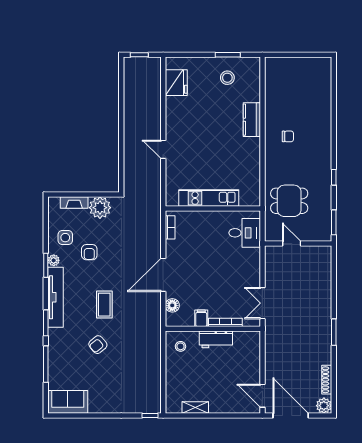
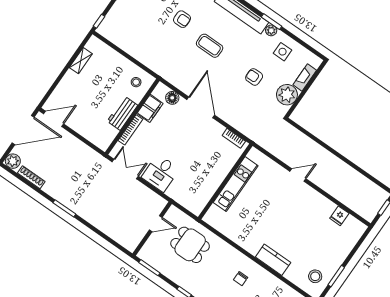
stool: (227, 78) -> (315, 276), moved
fridge: (176, 83) -> (339, 216), width x0.53, depth x0.75
dining table: (289, 201) -> (190, 245), turned 90
desk: (245, 233) -> (160, 173), moved
armchair: (89, 252) -> (254, 77), moved
filing cabinet: (201, 318) -> (150, 108), width x2.00
armchair: (98, 345) -> (182, 19), turned 130

